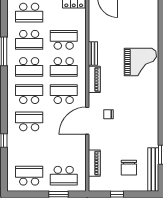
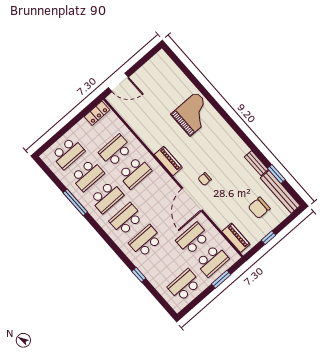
bench: (93, 53) -> (256, 163), moved
school desk: (64, 94) -> (193, 239), moved
piano: (94, 163) -> (236, 238), moved
chair: (129, 168) -> (259, 208), turned 90

